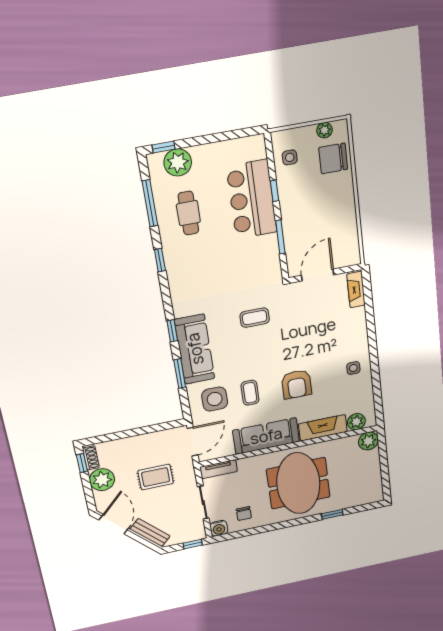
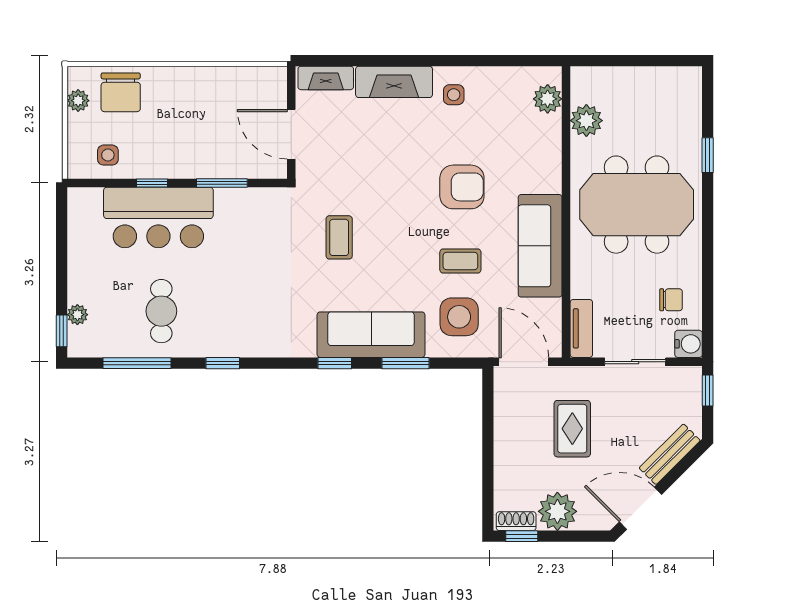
plant: (178, 162) -> (77, 315), width x0.53, depth x0.53
cafe table: (188, 213) -> (161, 311), turned 90
fireplace: (323, 428) -> (394, 82), moved, turned -90
plant: (368, 441) -> (586, 121), moved

